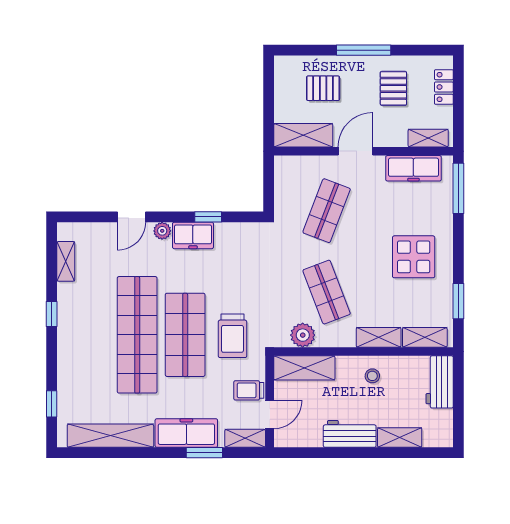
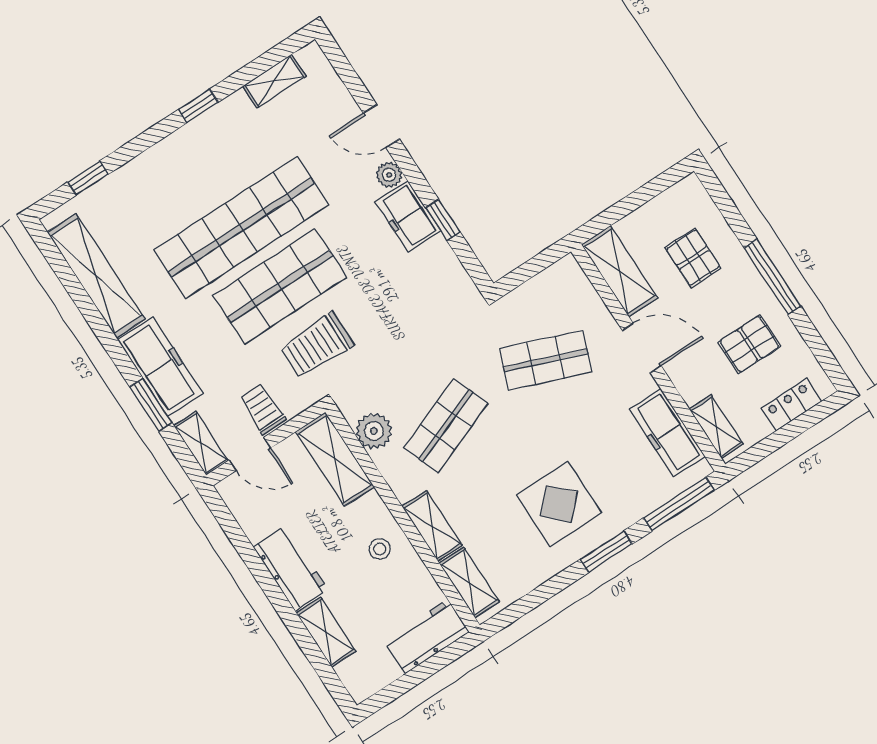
window: (458, 301) -> (606, 552), moved

